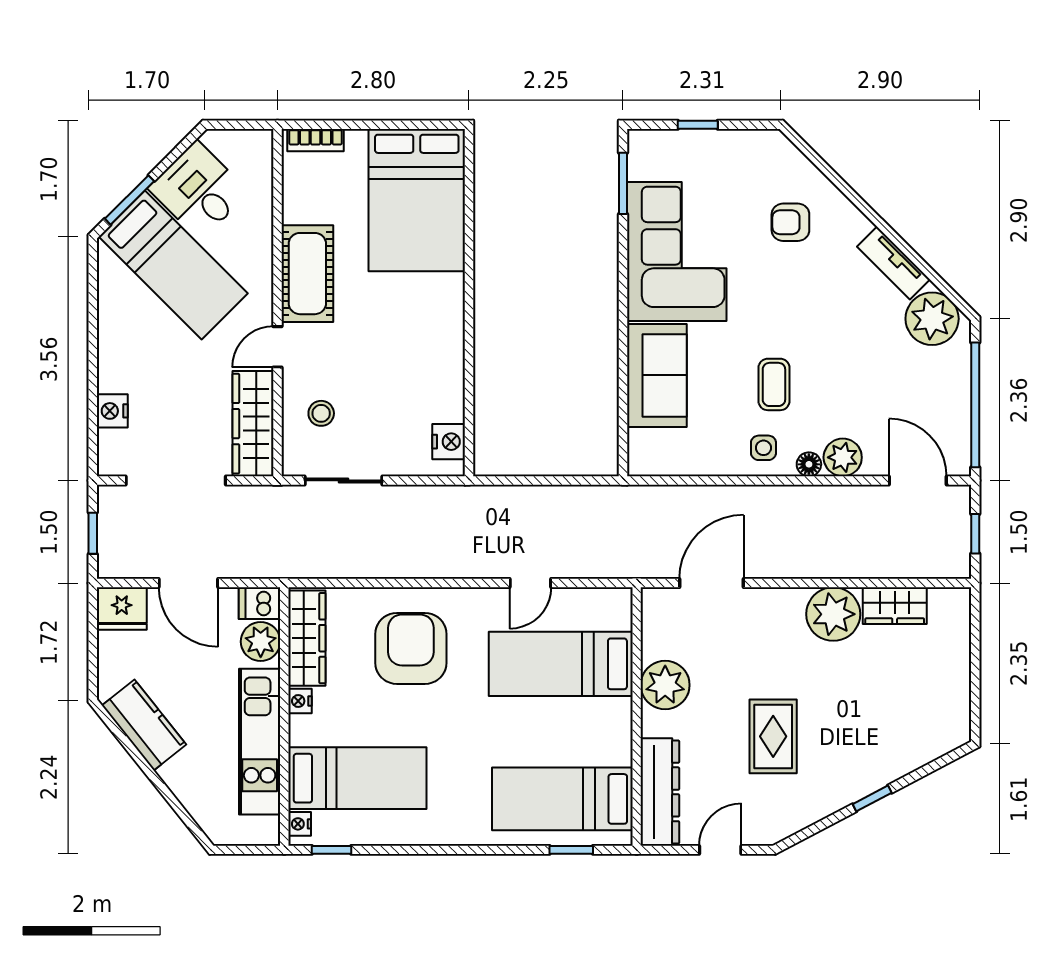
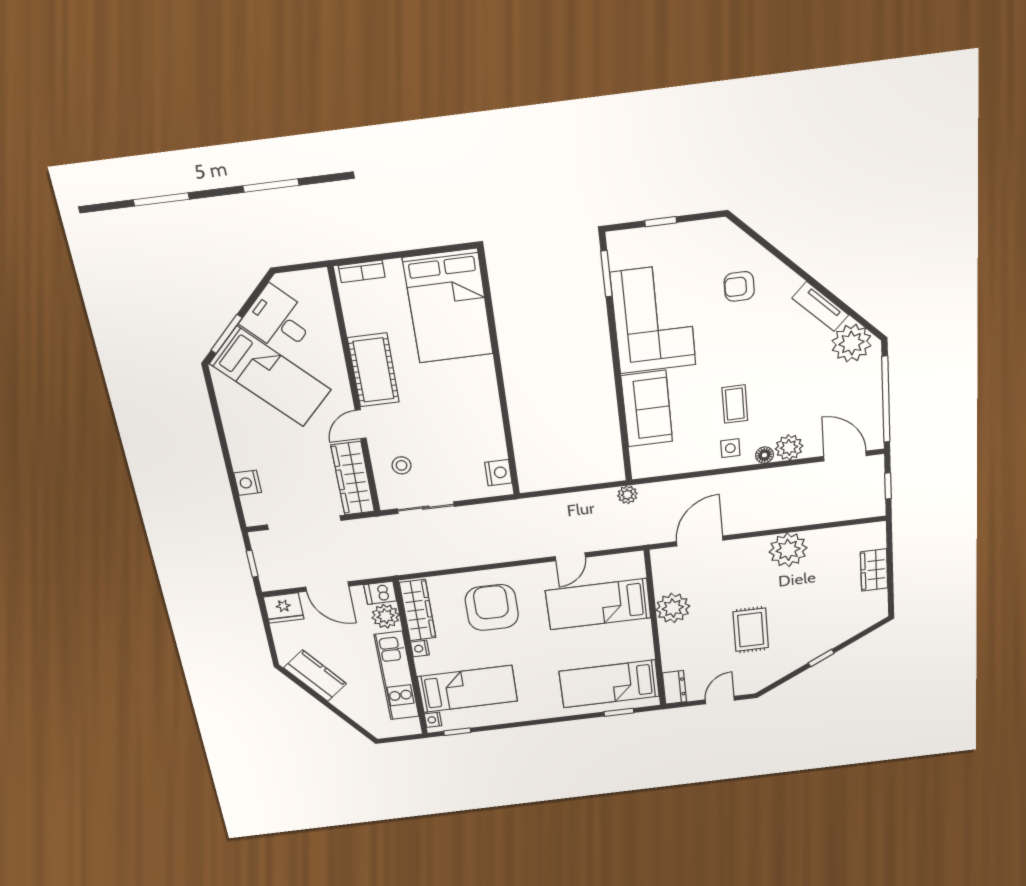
plant: (619, 498) -> (627, 495), added
wardrobe: (895, 606) -> (874, 570), moved, turned 90
dresser: (660, 792) -> (674, 687), width x0.51, depth x0.80

